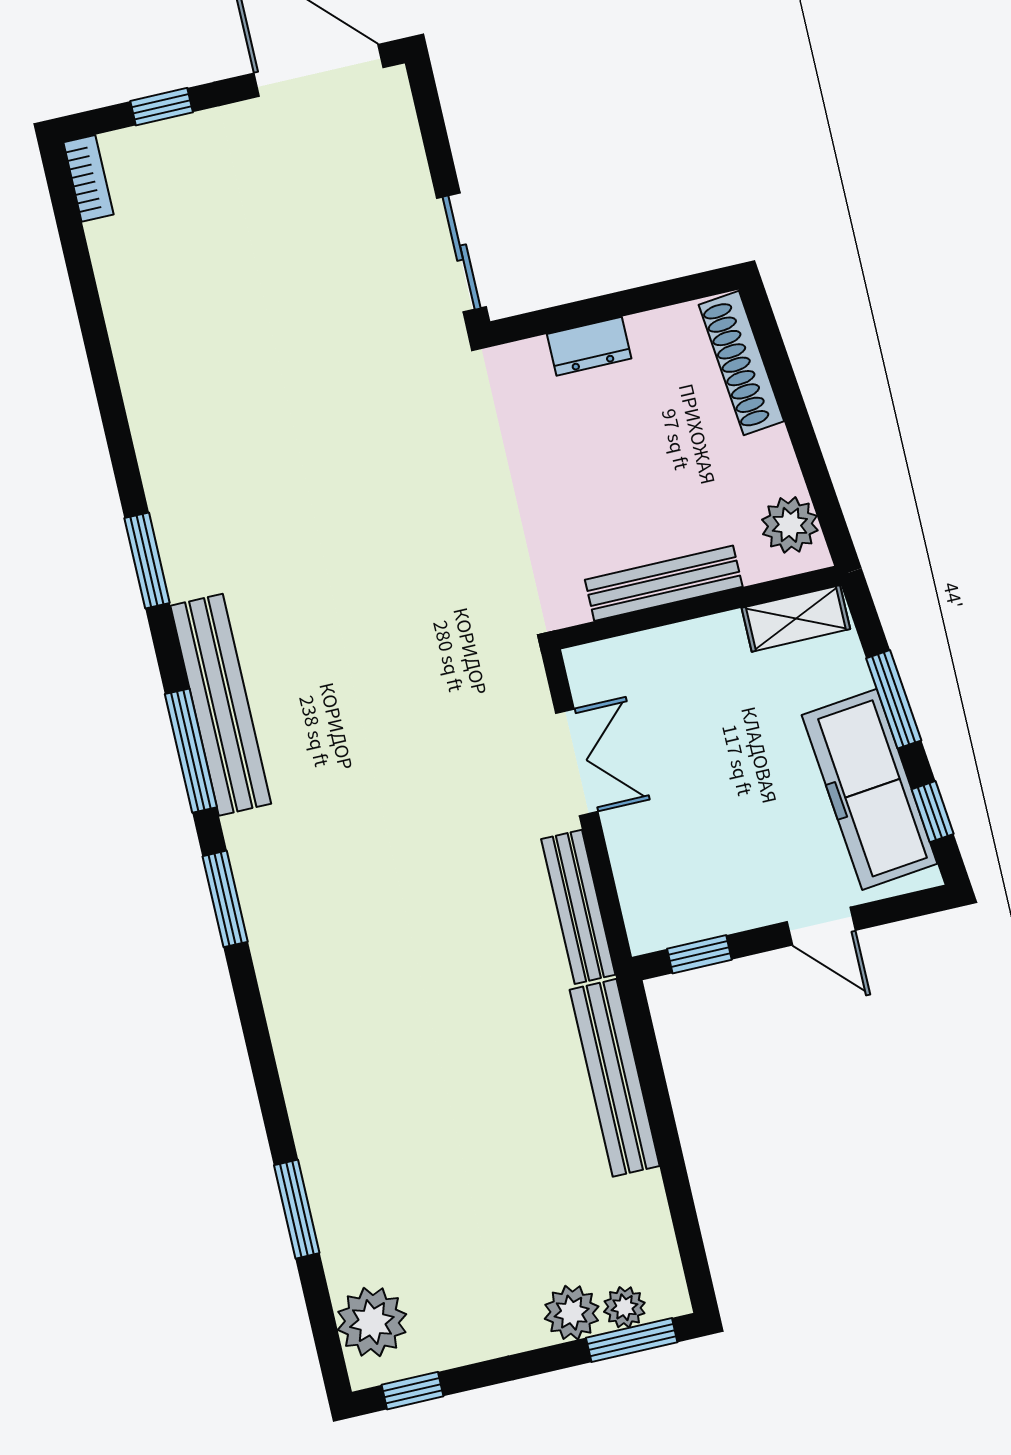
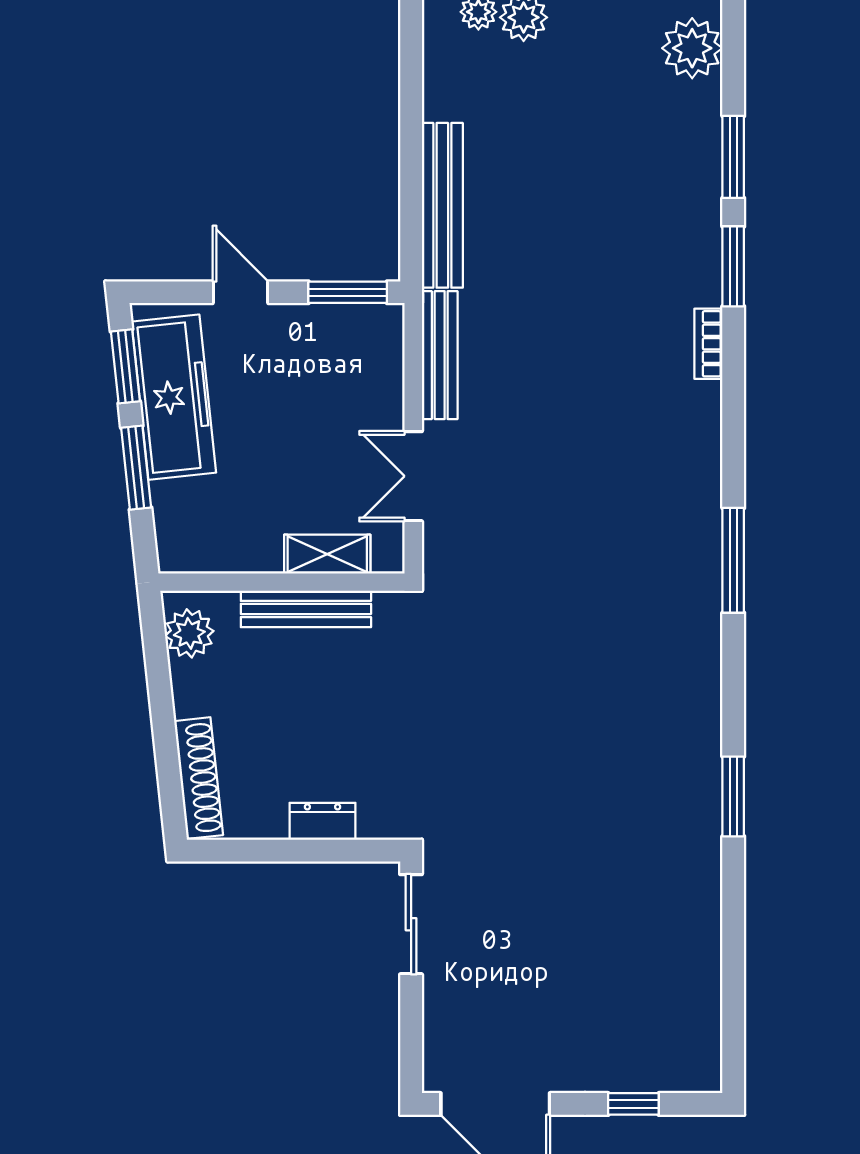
bookcase: (88, 178) -> (708, 344), moved
window: (147, 560) -> (733, 796), moved
shelving: (796, 618) -> (327, 554), moved
bench: (221, 705) -> (699, 593), removed
window: (933, 812) -> (125, 366), width x1.50
window: (225, 899) -> (733, 266), moved
window: (699, 954) -> (348, 292), width x1.50

